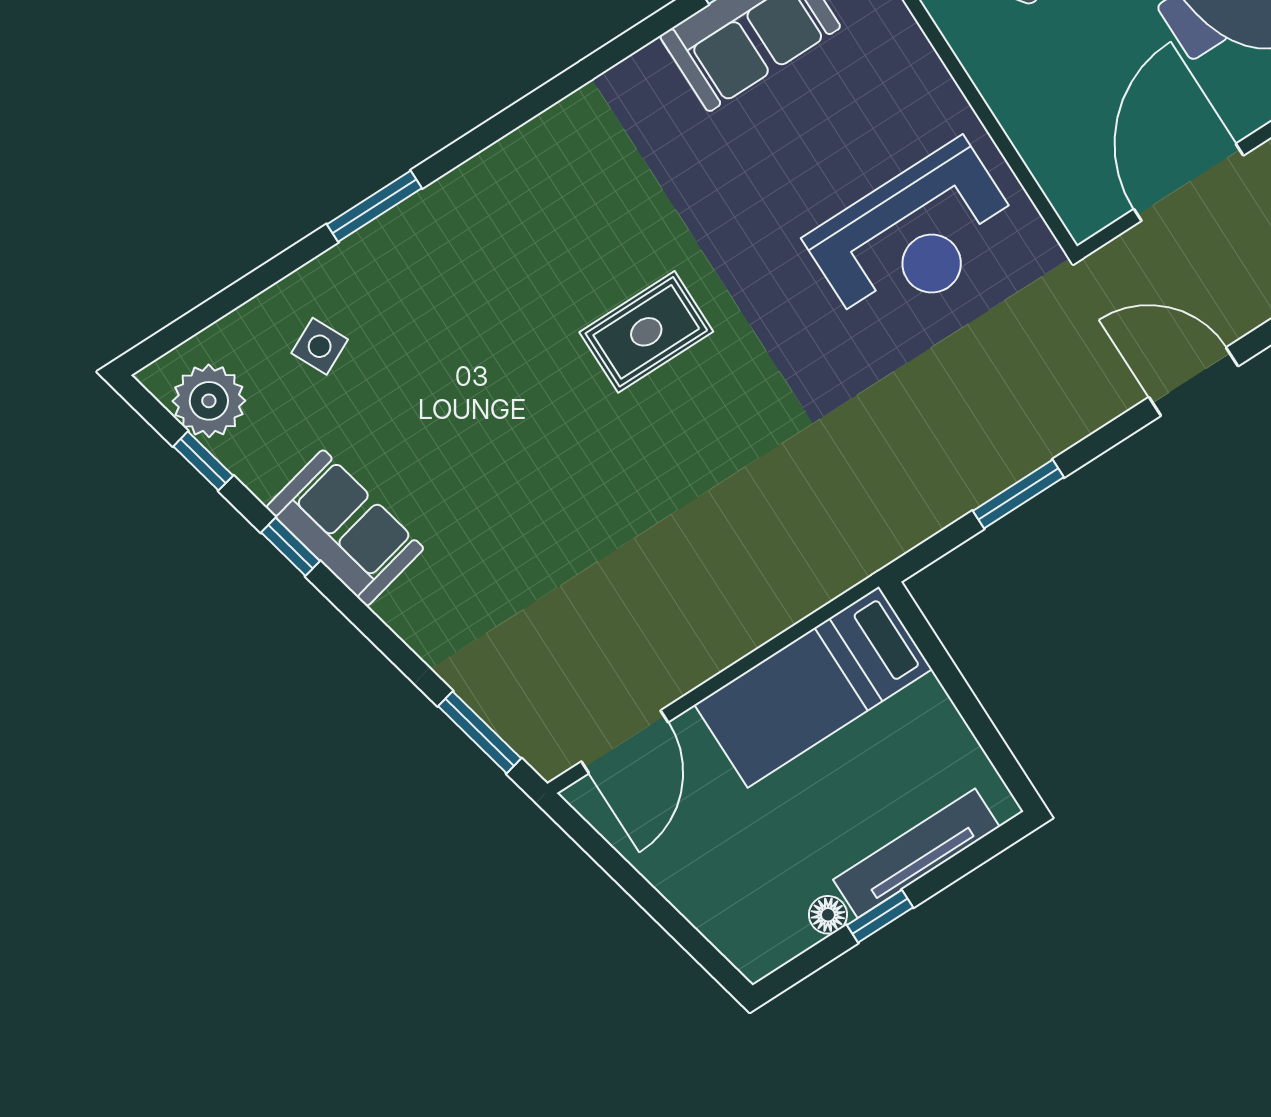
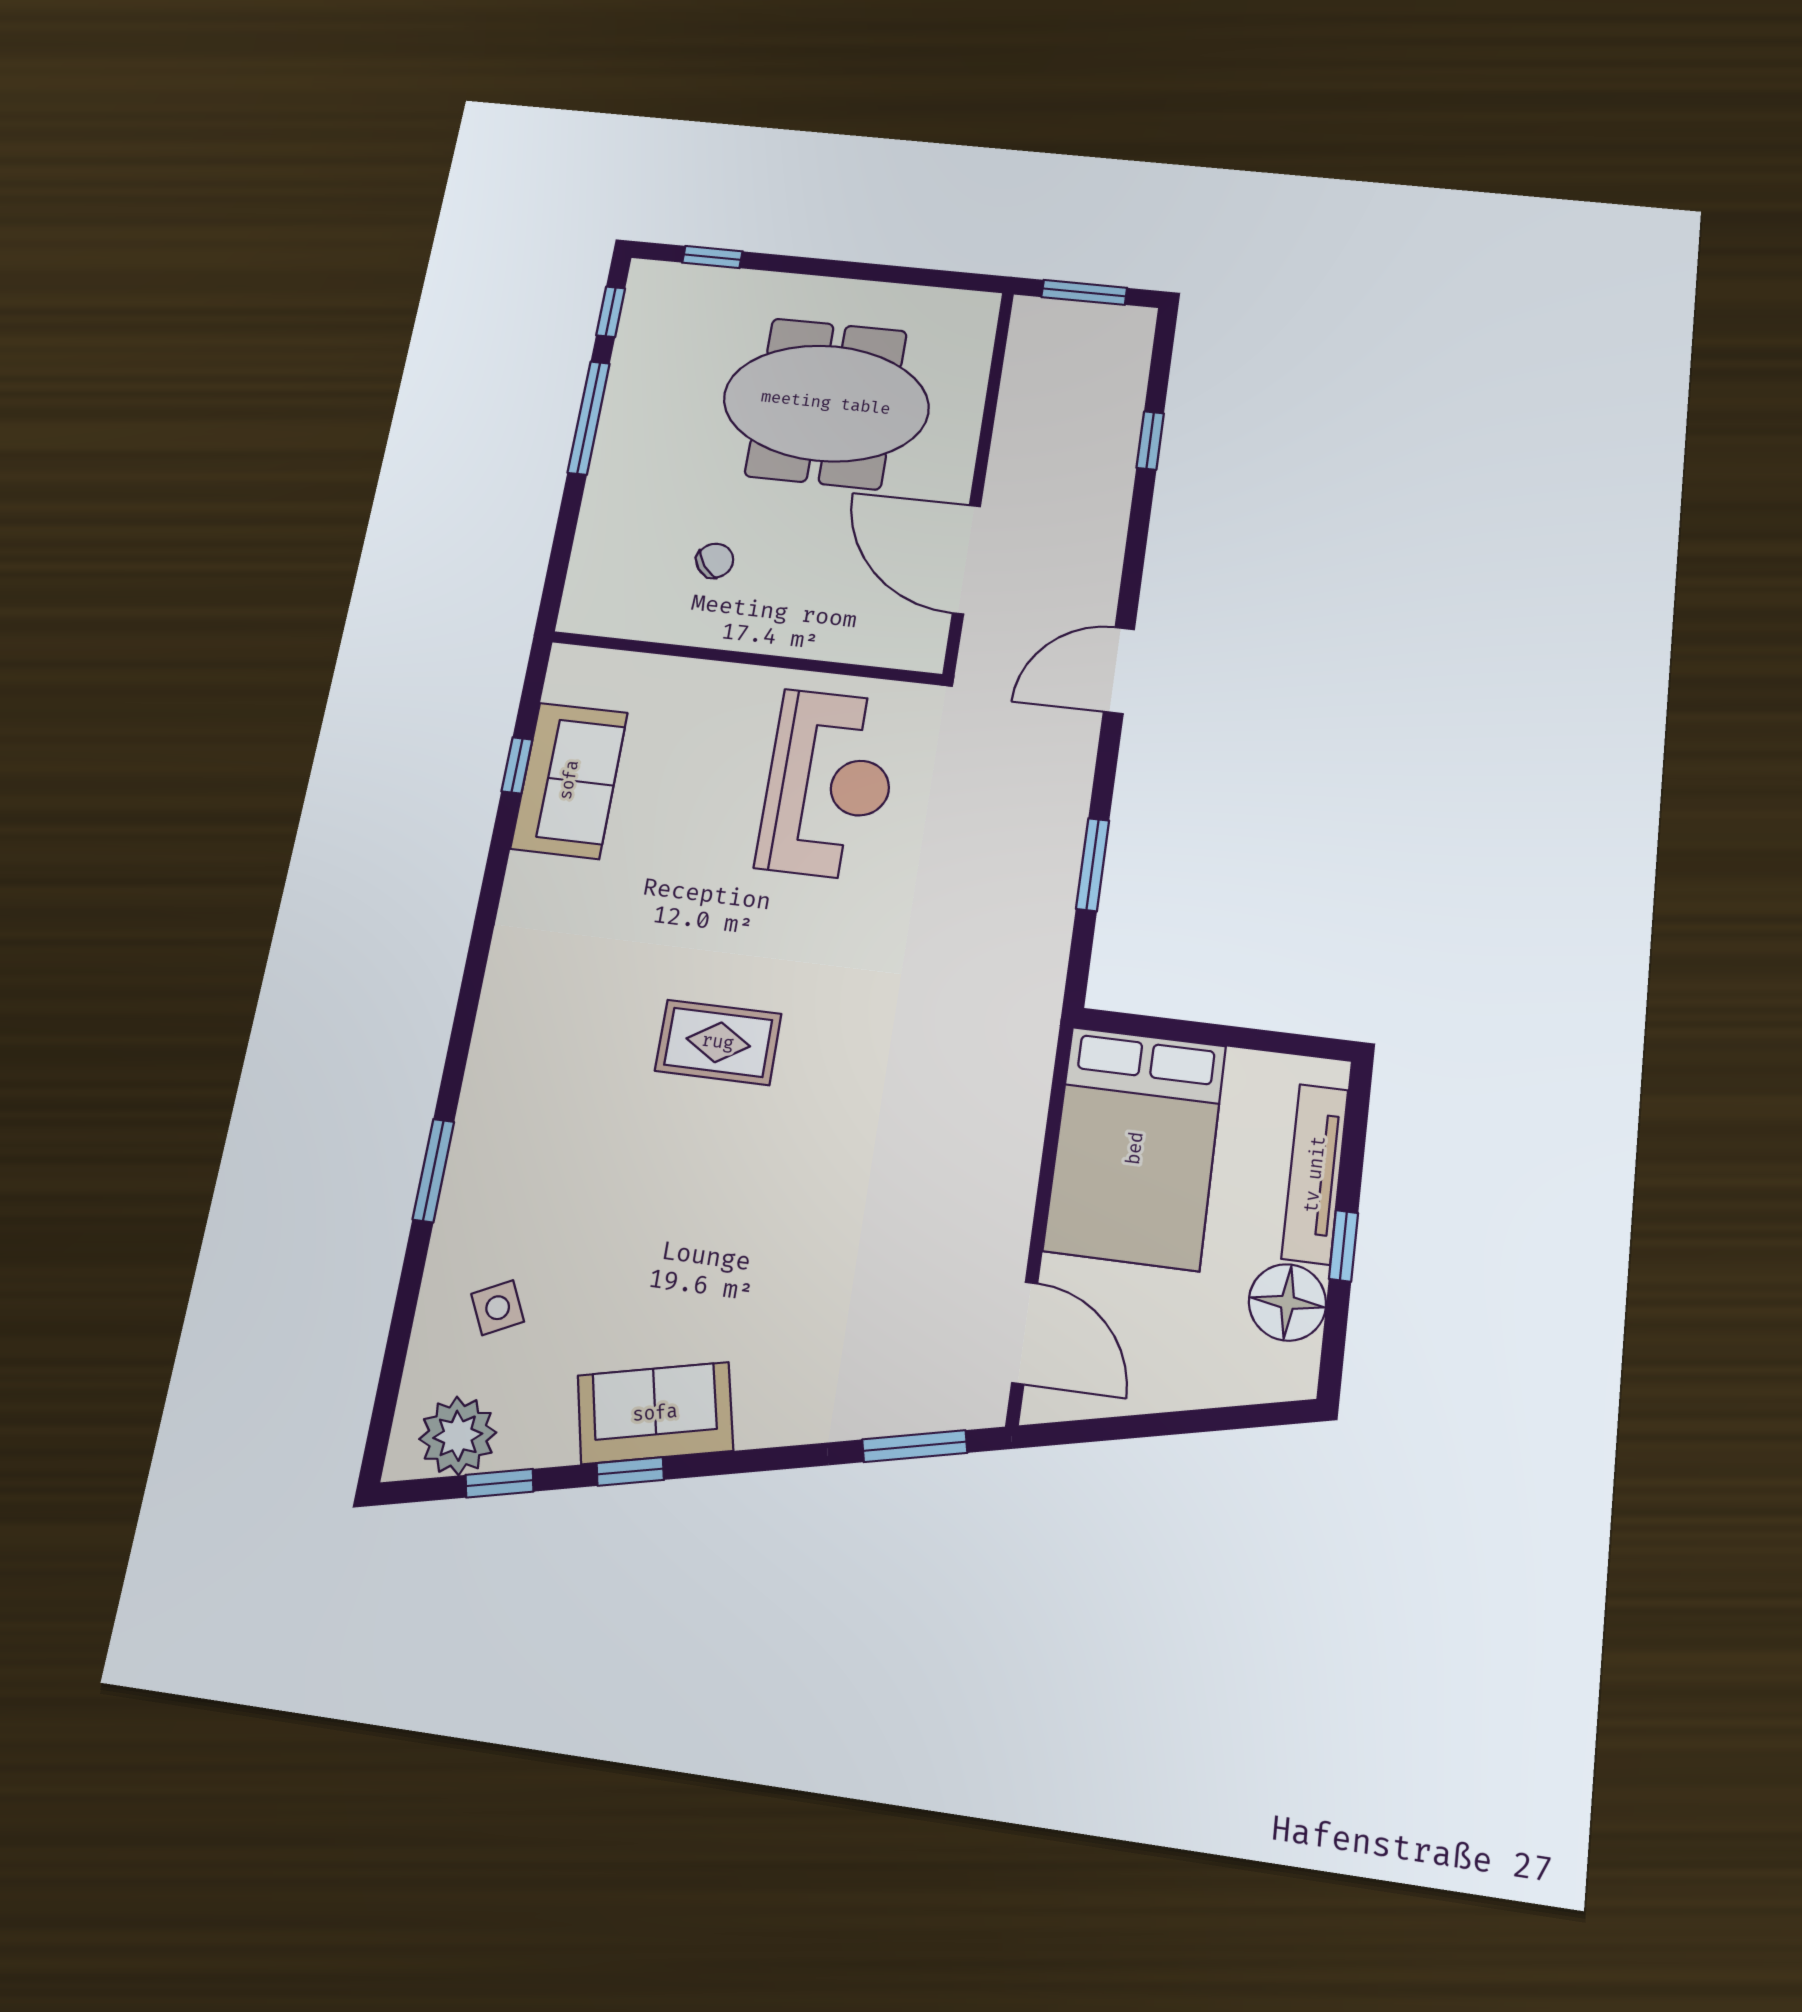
rug: (646, 332) -> (718, 1042), turned 90
bed: (813, 687) -> (1135, 1148), width x1.50
floor lamp: (828, 915) -> (1287, 1302), width x1.89, depth x1.89

